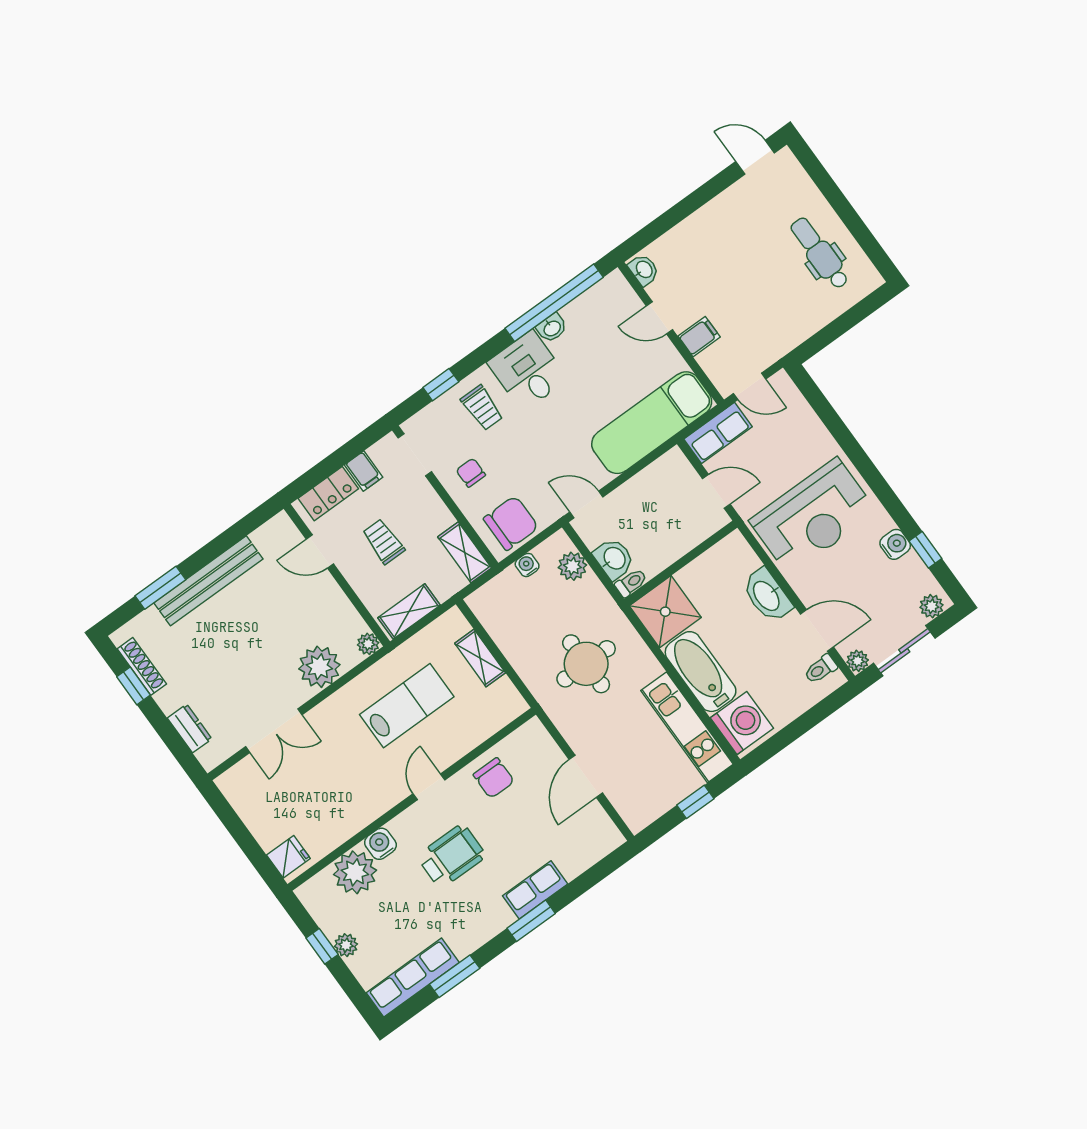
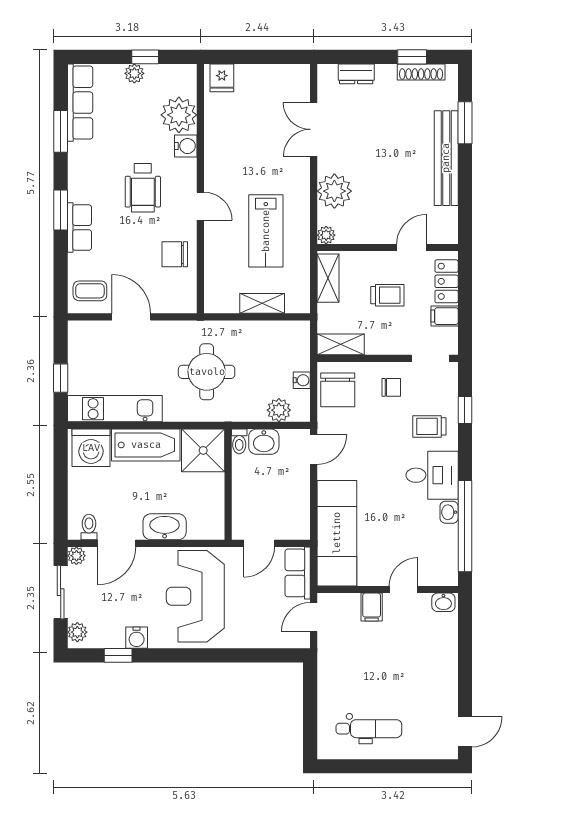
coffee table: (589, 835) -> (90, 291), added

